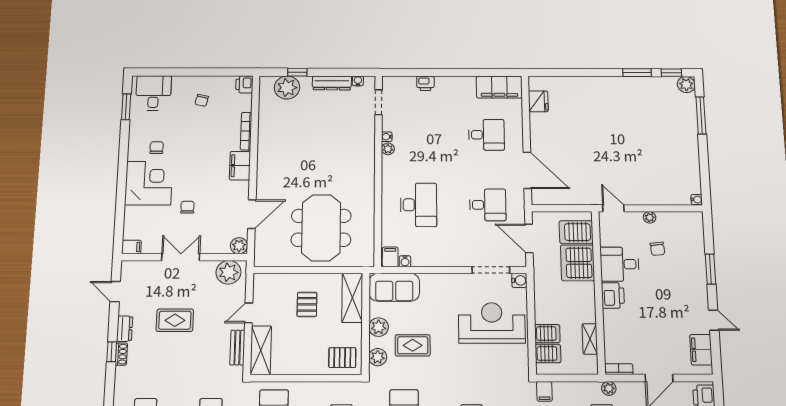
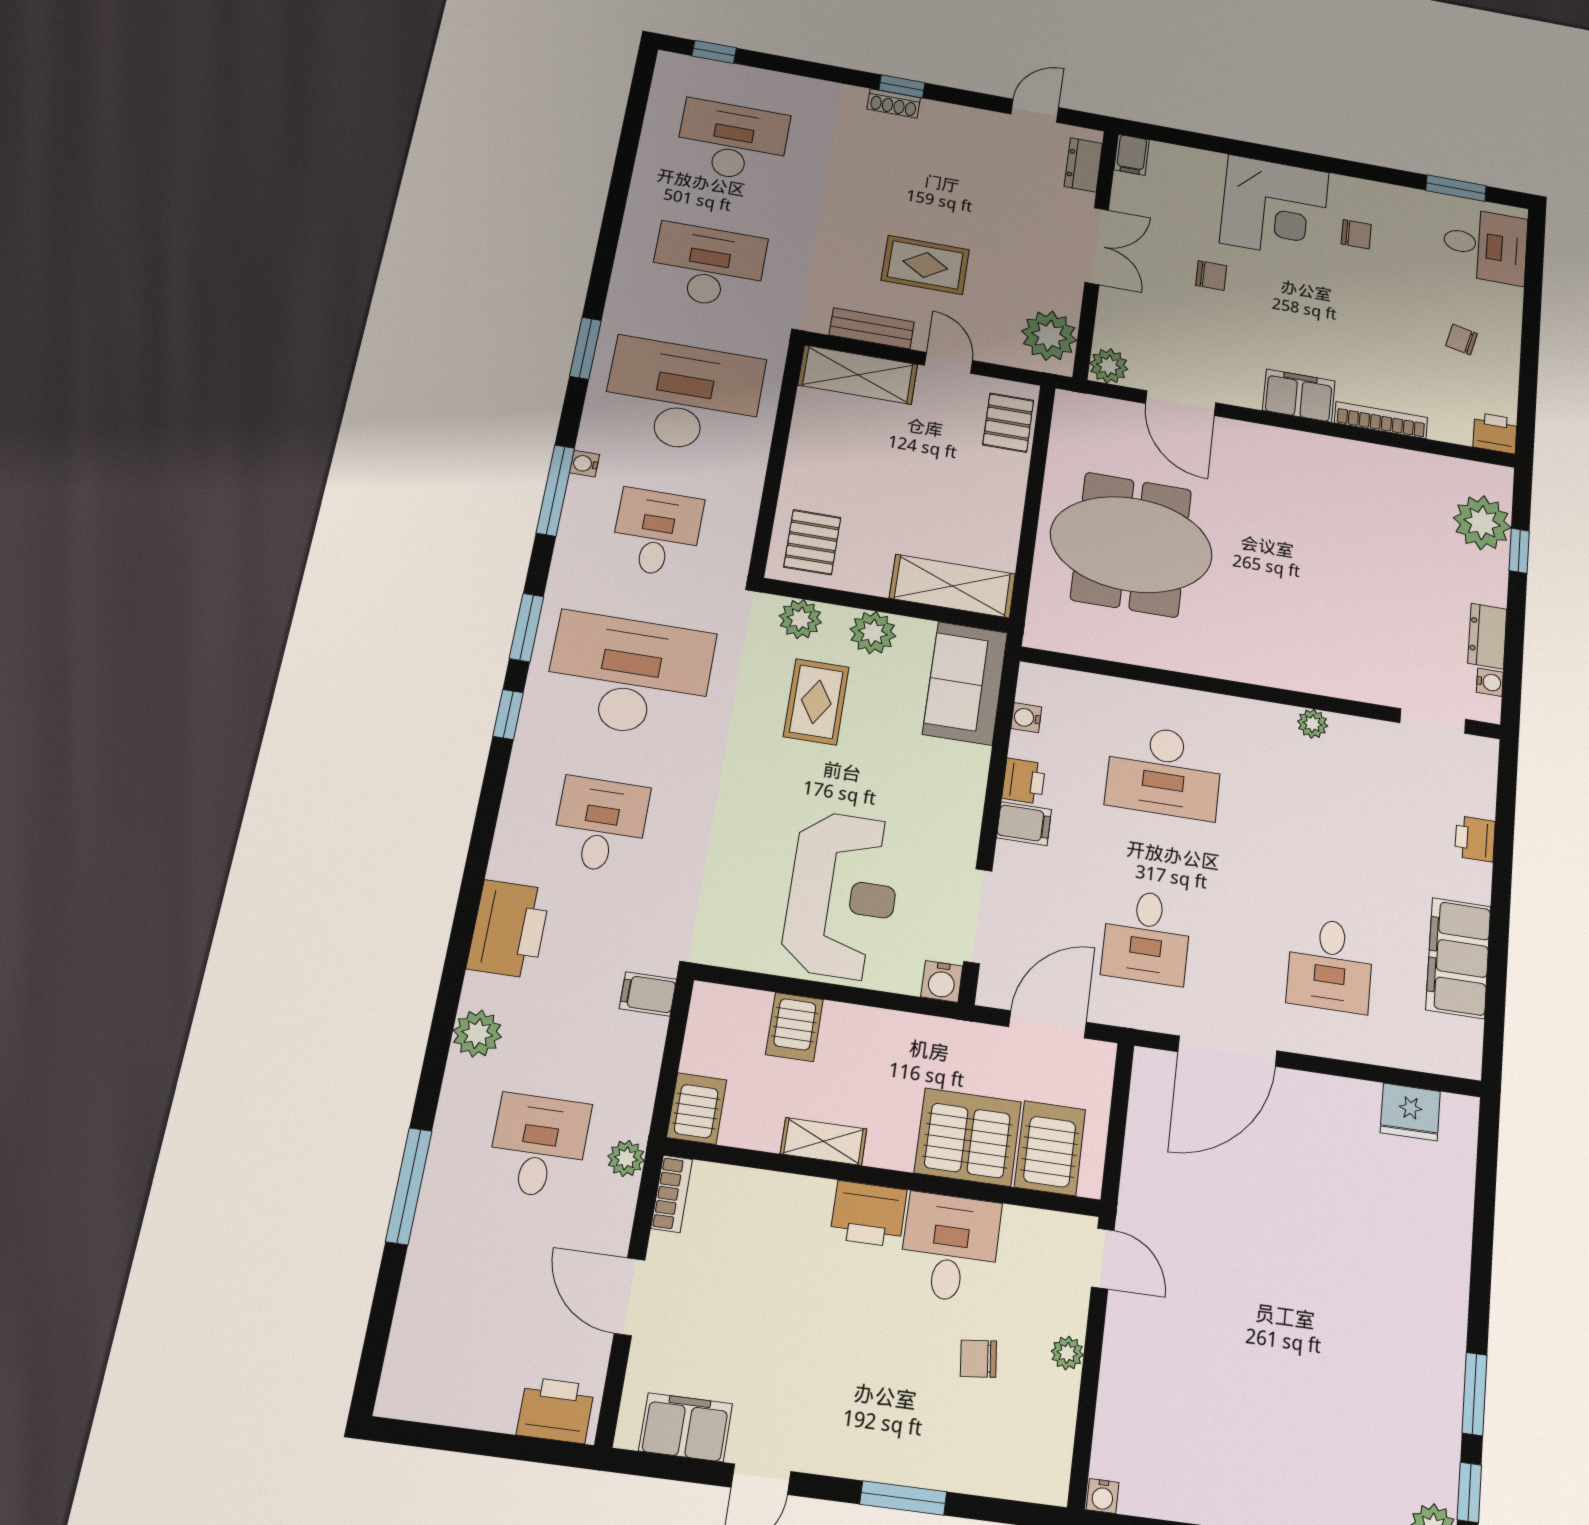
dresser: (332, 83) -> (1487, 636), width x0.70
filing cabinet: (499, 87) -> (1458, 958), moved
water cooler: (387, 137) -> (1343, 726), removed
door: (613, 208) -> (1103, 1259), hinge flipped
filing cabinet: (390, 257) -> (1024, 824), moved
printer: (432, 259) -> (1024, 781), added
pallet: (307, 304) -> (1008, 423), moved, turned 90
rug: (175, 320) -> (925, 265), moved, turned 90
dresser: (125, 329) -> (1083, 165), moved, turned 90
shelving: (590, 339) -> (824, 1141), moved
server rack: (548, 353) -> (697, 1109), moved, turned 180

